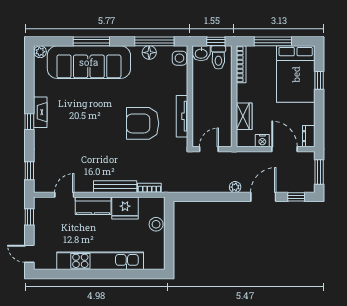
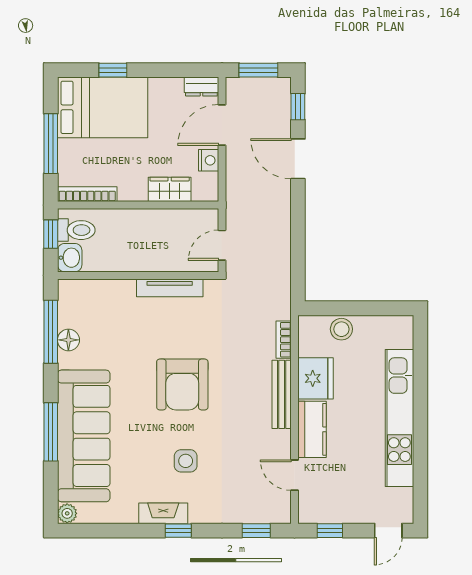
side table: (179, 58) -> (186, 461), moved
armchair: (143, 123) -> (182, 384), moved
door: (209, 149) -> (222, 245), hinge flipped
plant: (235, 187) -> (282, 204), removed

